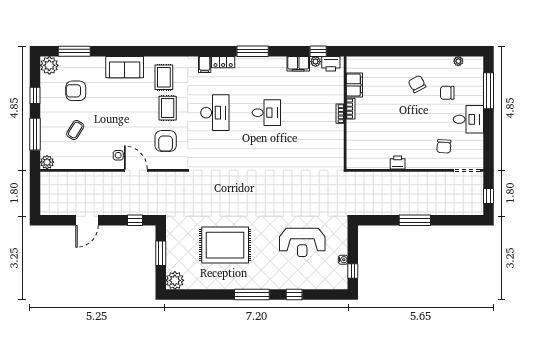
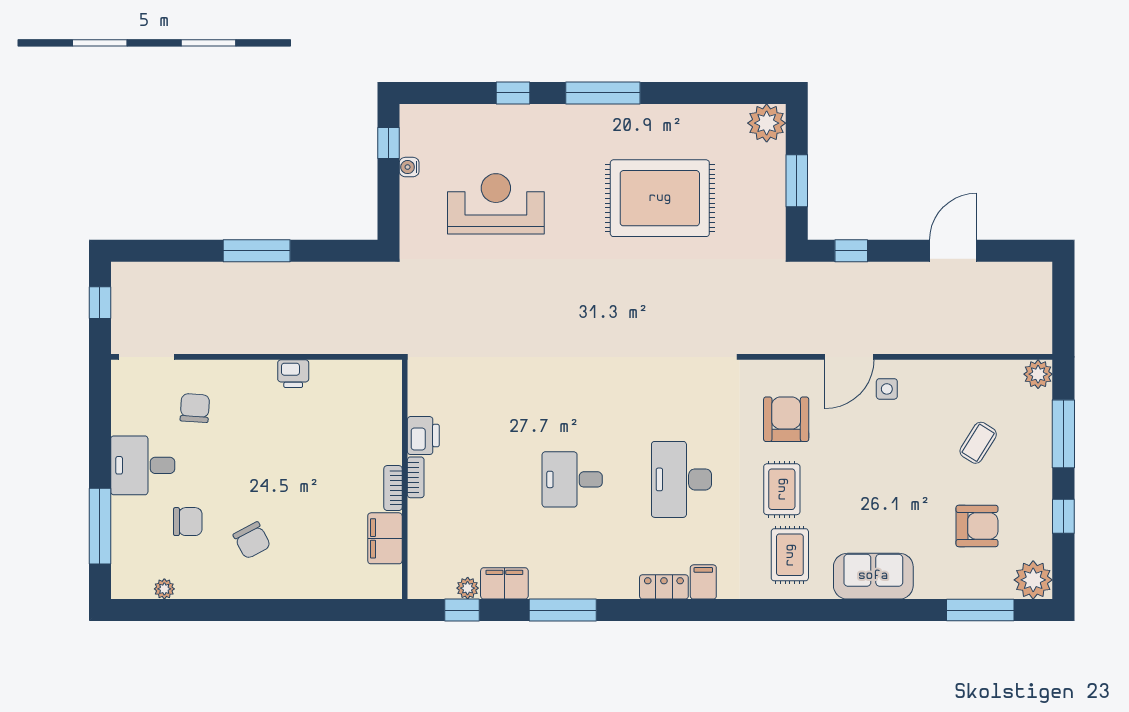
window: (253, 51) -> (563, 610), moved
printer: (331, 64) -> (423, 436), moved, turned 90
door: (136, 170) -> (849, 357), hinge flipped

